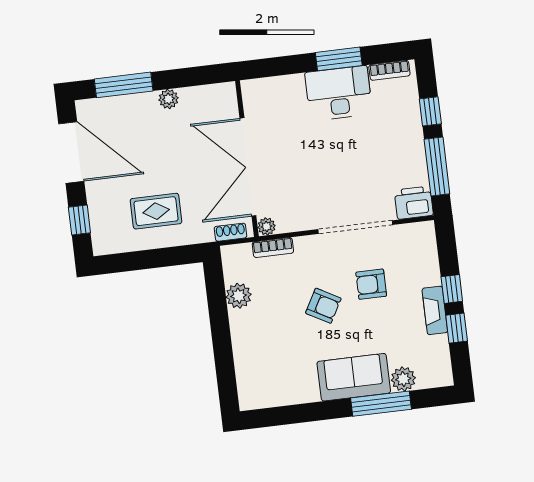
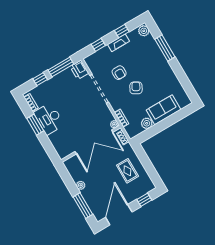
window: (452, 289) -> (98, 45), moved
sofa: (354, 377) -> (164, 110), moved, turned 90
plant: (403, 379) -> (144, 31), moved

